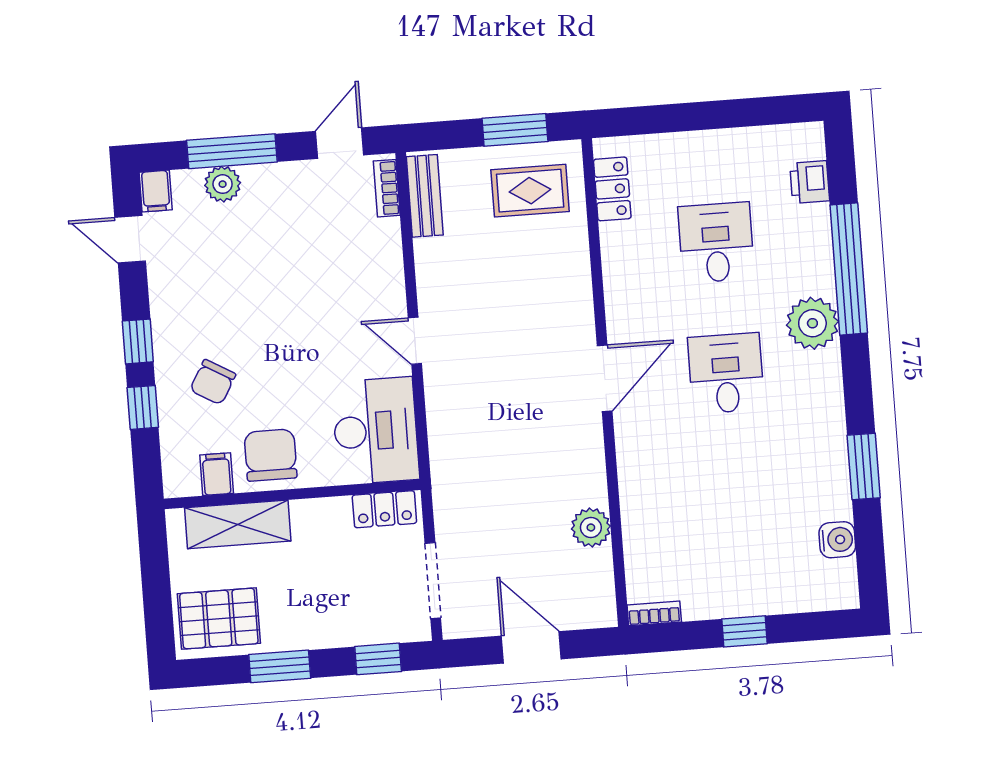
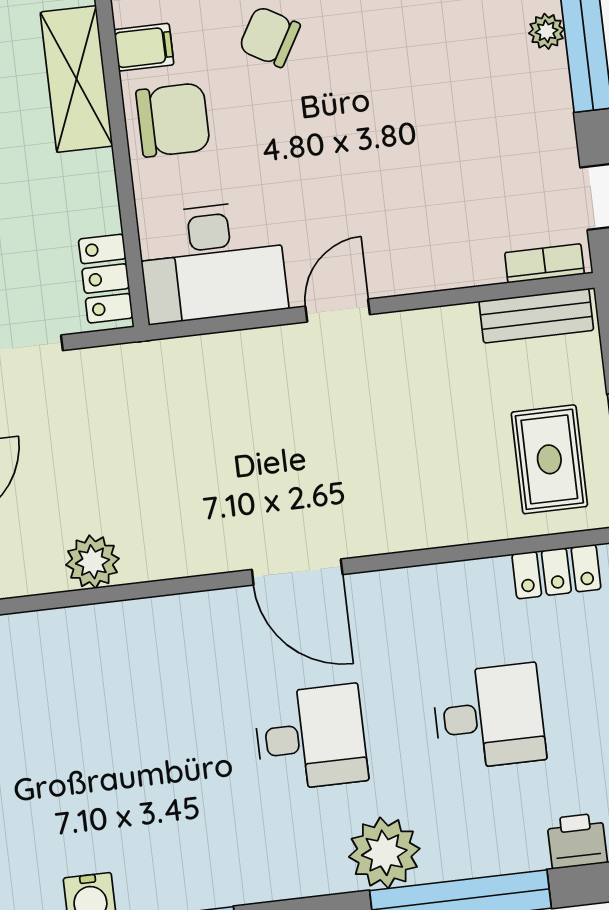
plant: (223, 184) -> (547, 31), width x0.73, depth x0.73

